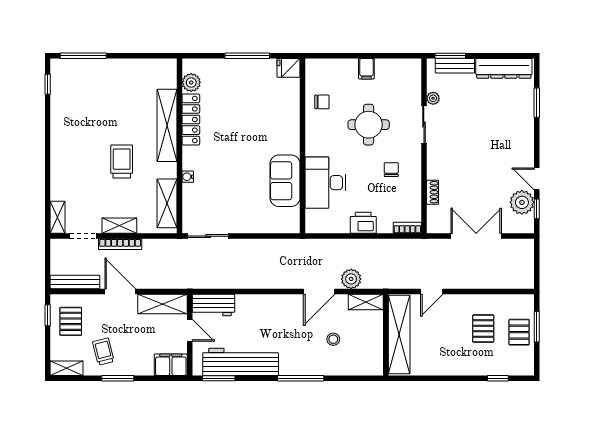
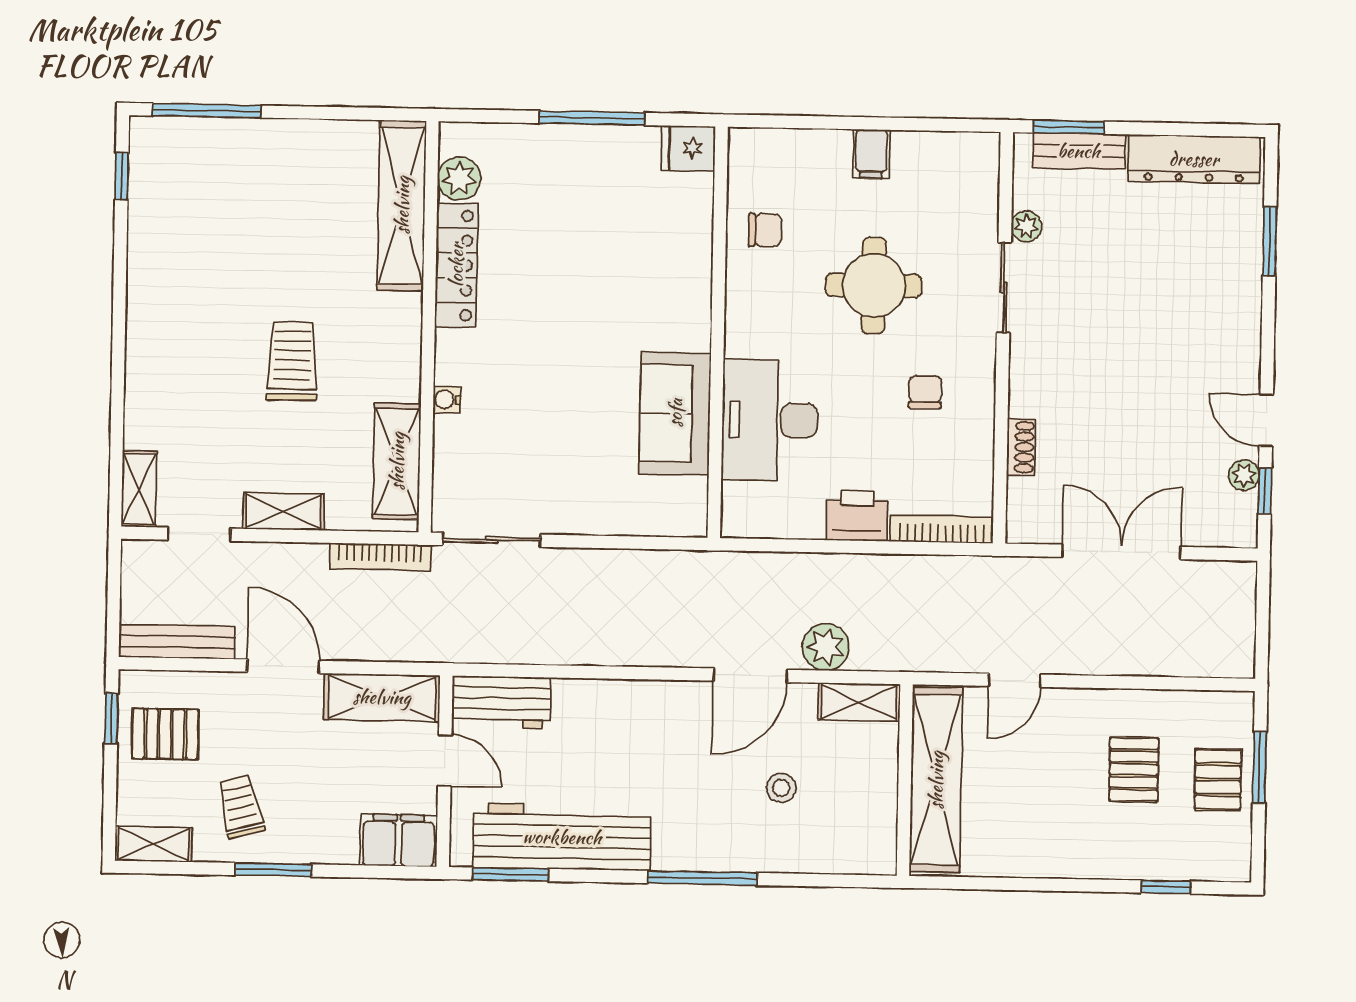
shelving: (167, 125) -> (402, 205), moved
plant: (522, 202) -> (1244, 475), width x0.53, depth x0.53
bookcase: (407, 228) -> (942, 529), width x1.56
bookcase: (120, 244) -> (380, 557), moved
pallet: (71, 321) -> (165, 734), turned 90

